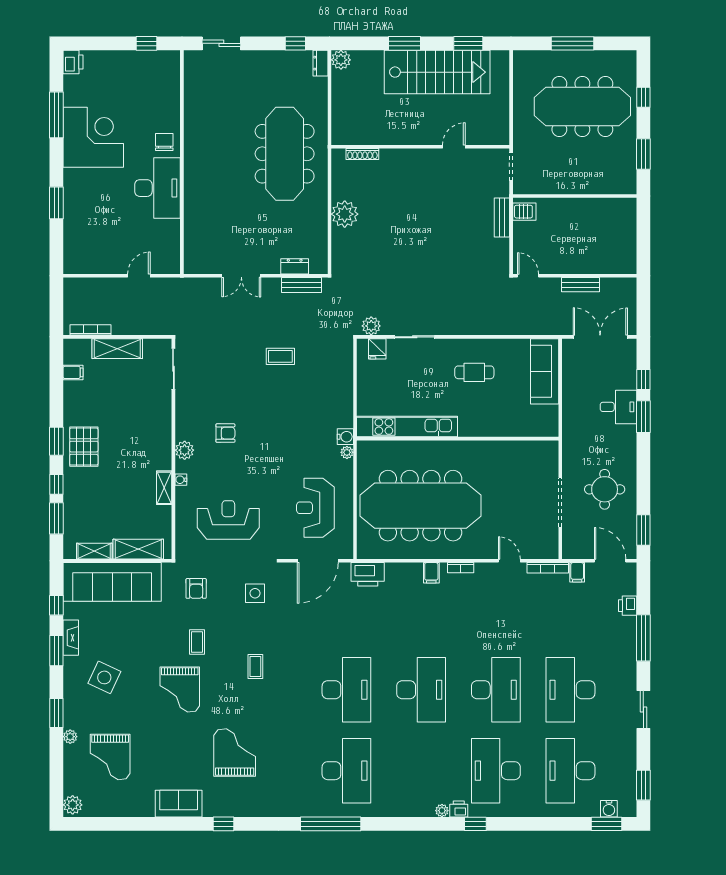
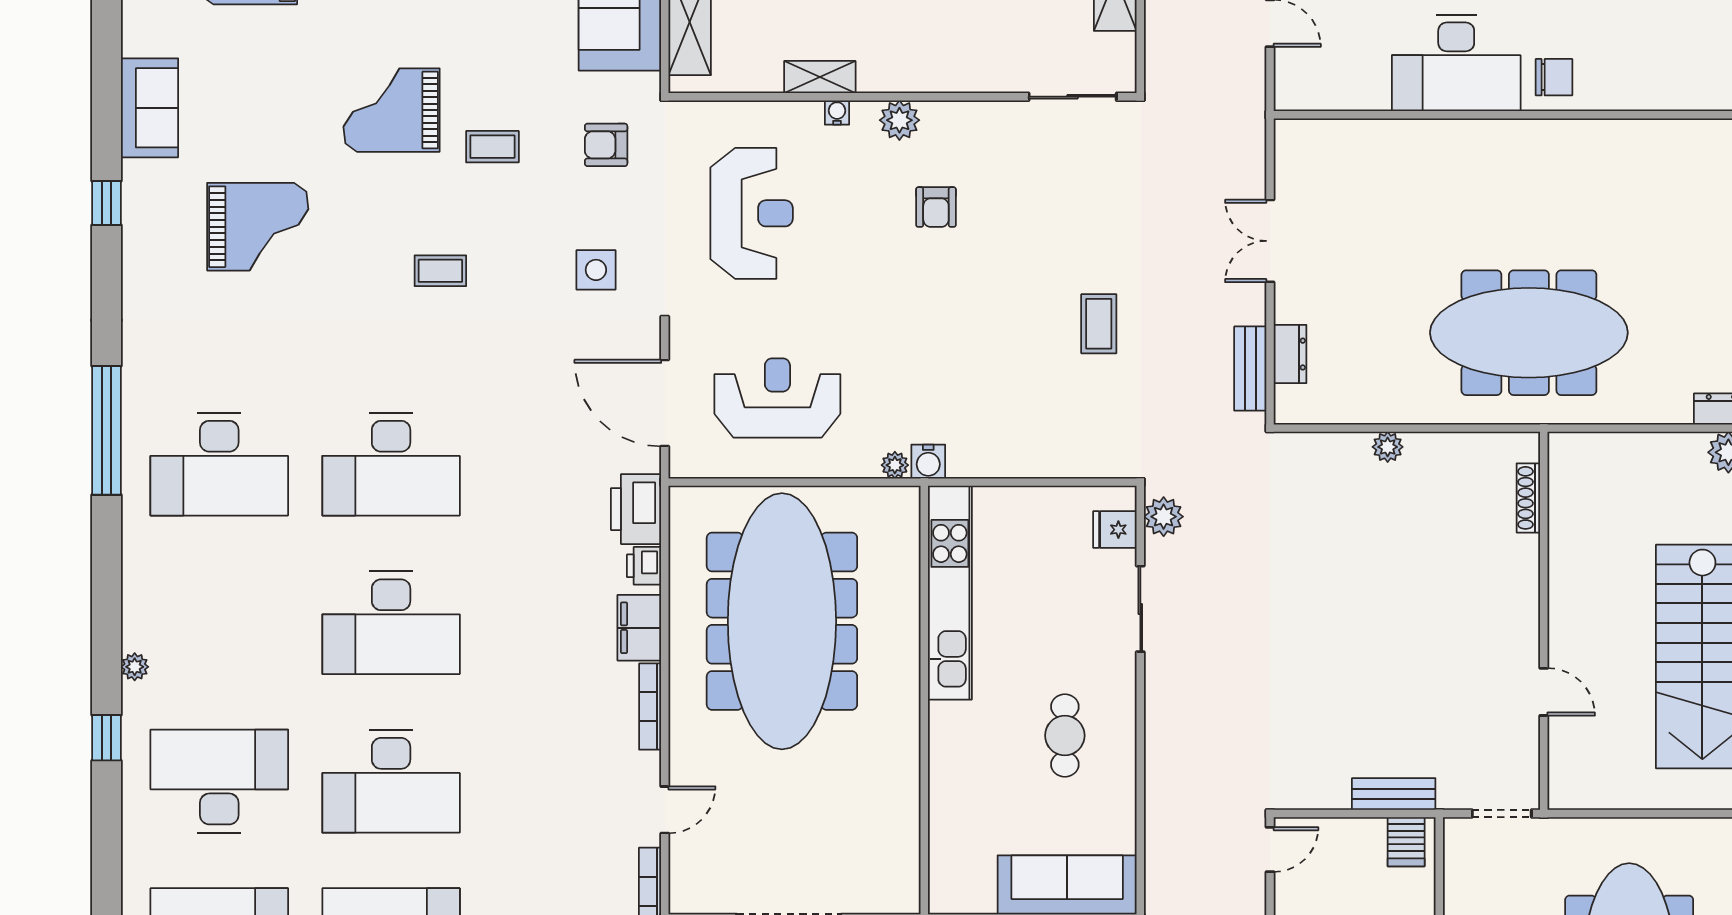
plant: (345, 214) -> (1388, 447), width x0.53, depth x0.53
bookcase: (461, 568) -> (650, 707), width x1.56
filing cabinet: (431, 573) -> (639, 628), width x2.00
printer: (459, 809) -> (644, 566), moved, turned 180

